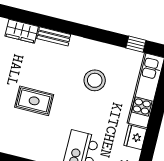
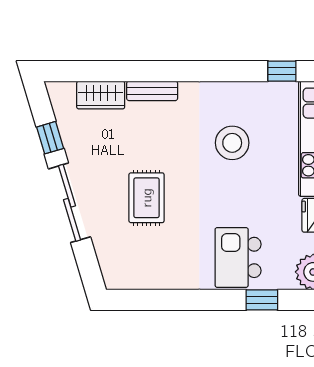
rug: (34, 101) -> (147, 198), turned 90

